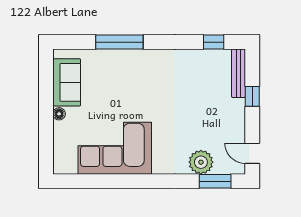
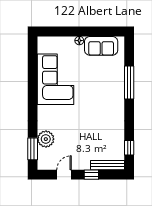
door: (252, 153) -> (64, 175), moved

